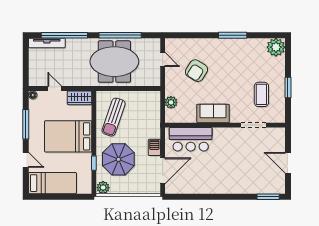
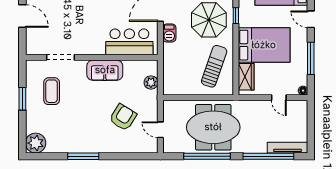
wardrobe: (79, 98) -> (246, 77), moved, turned 90

